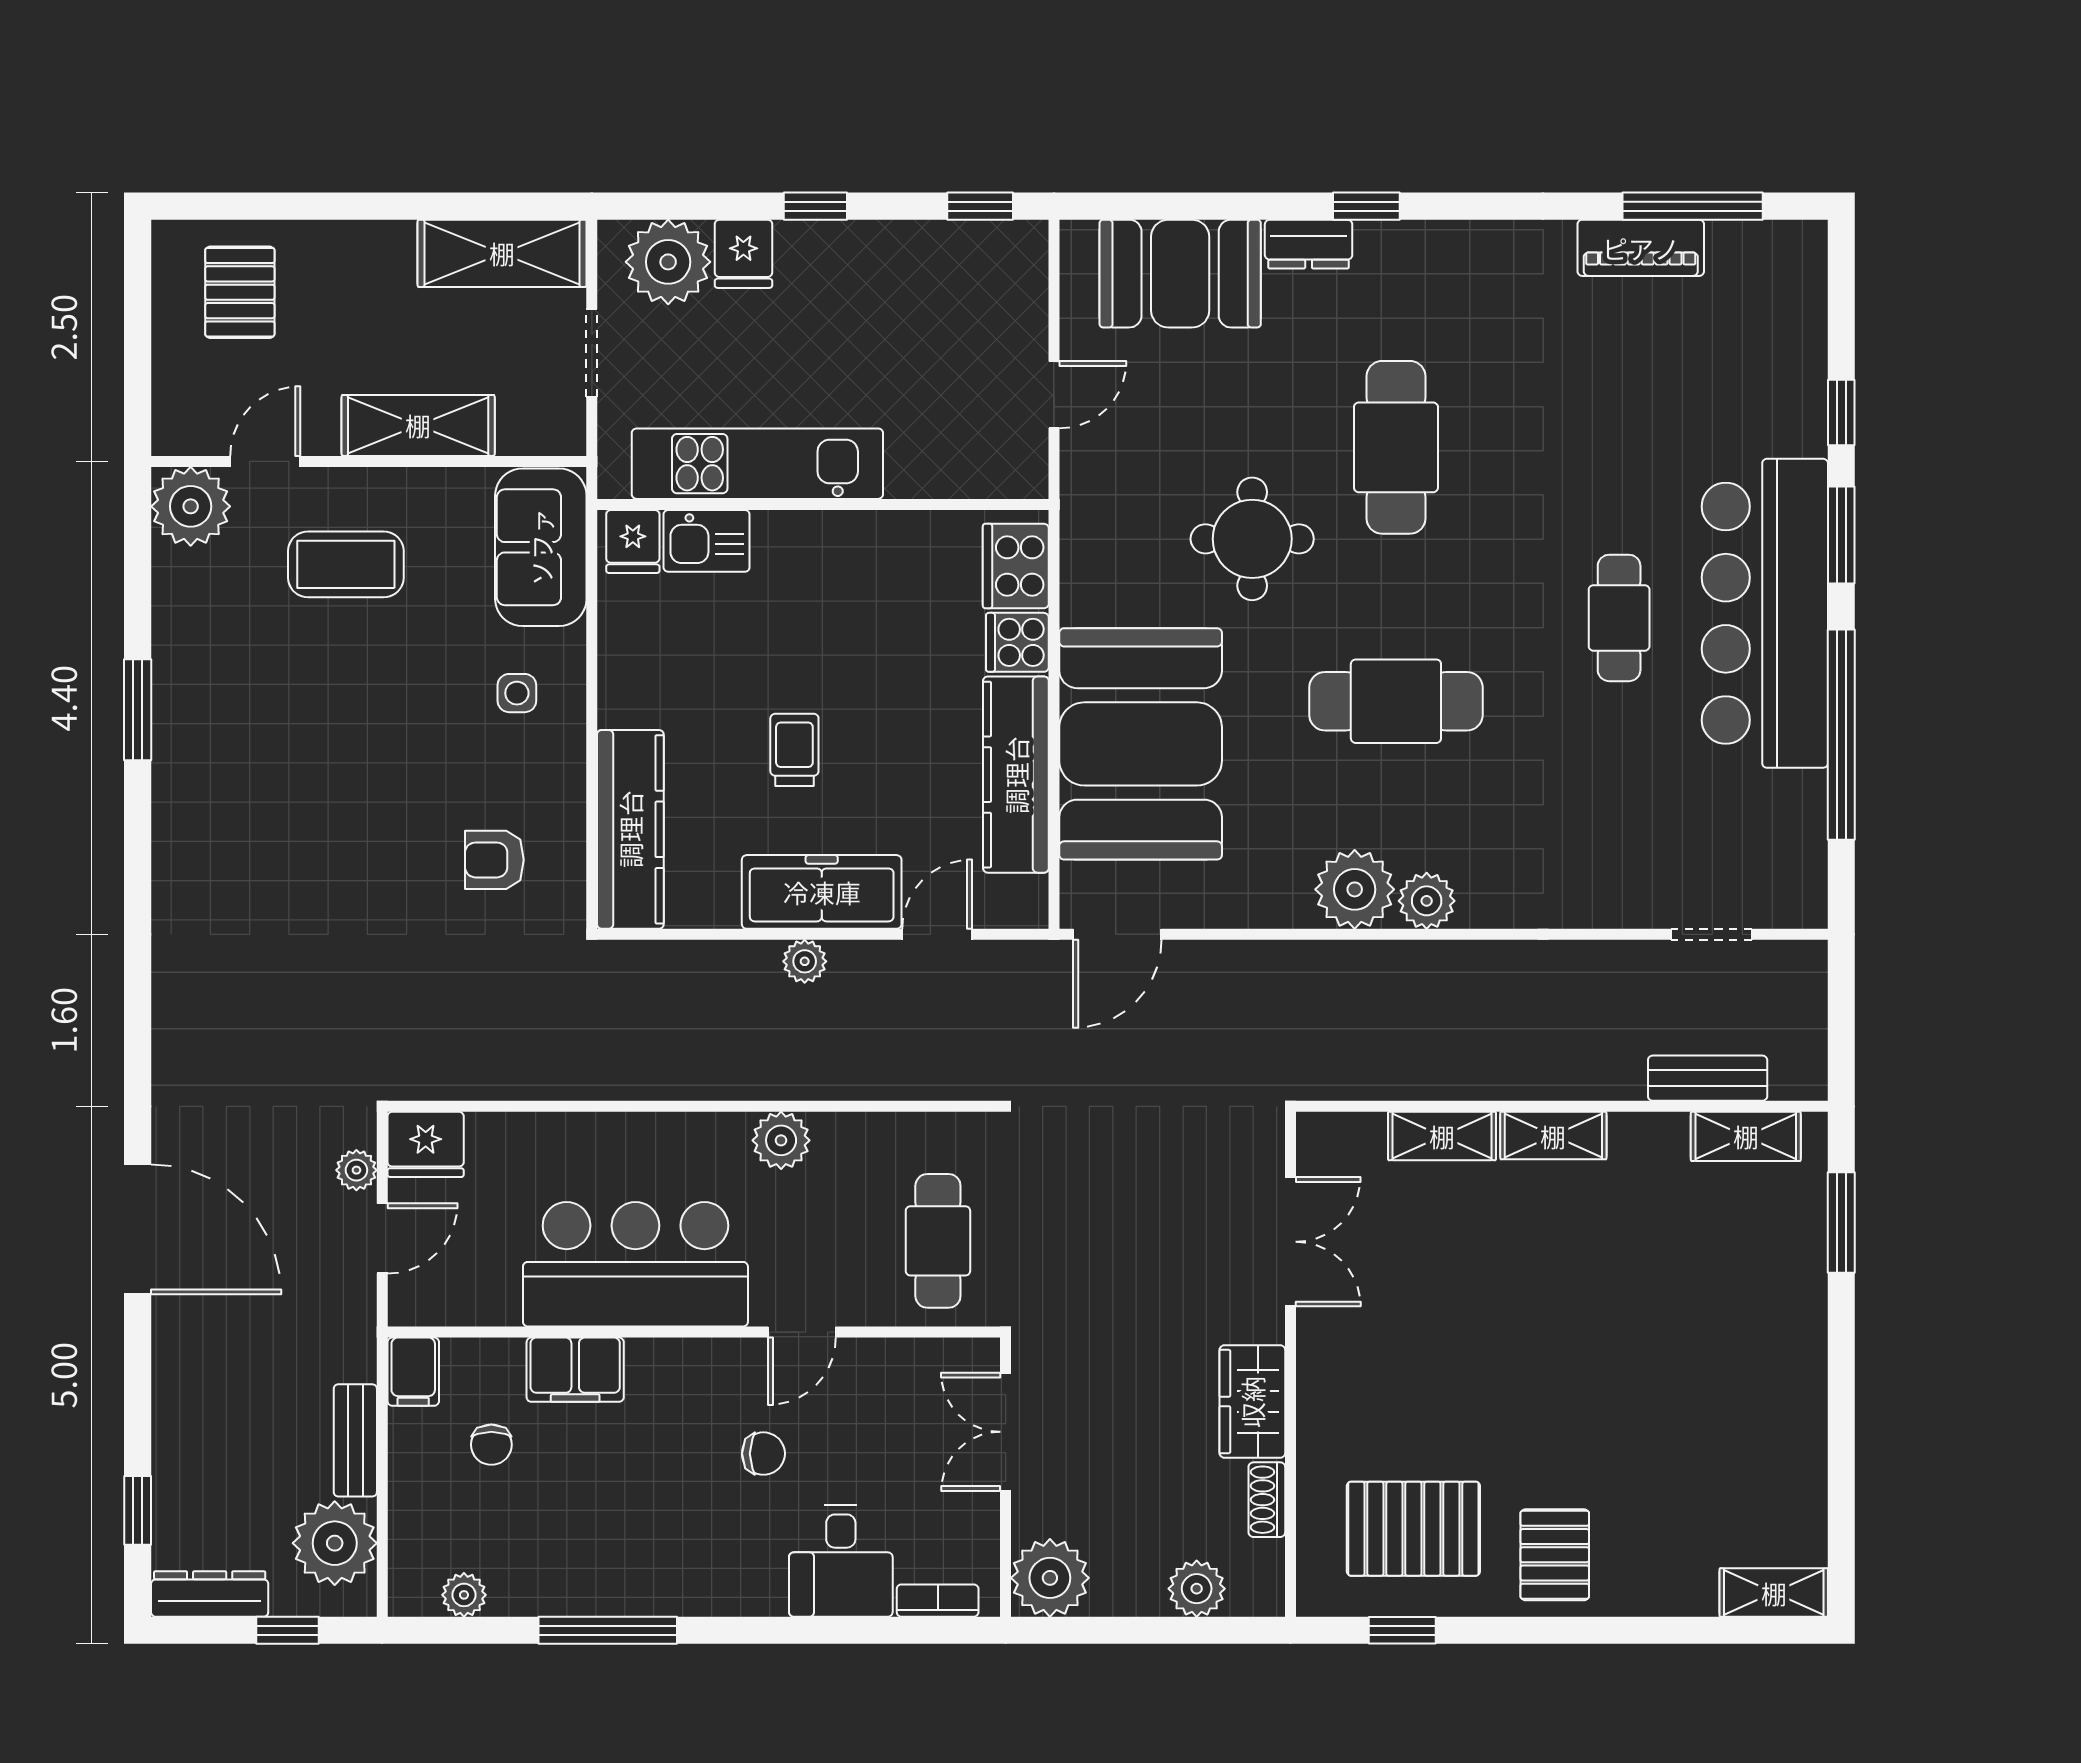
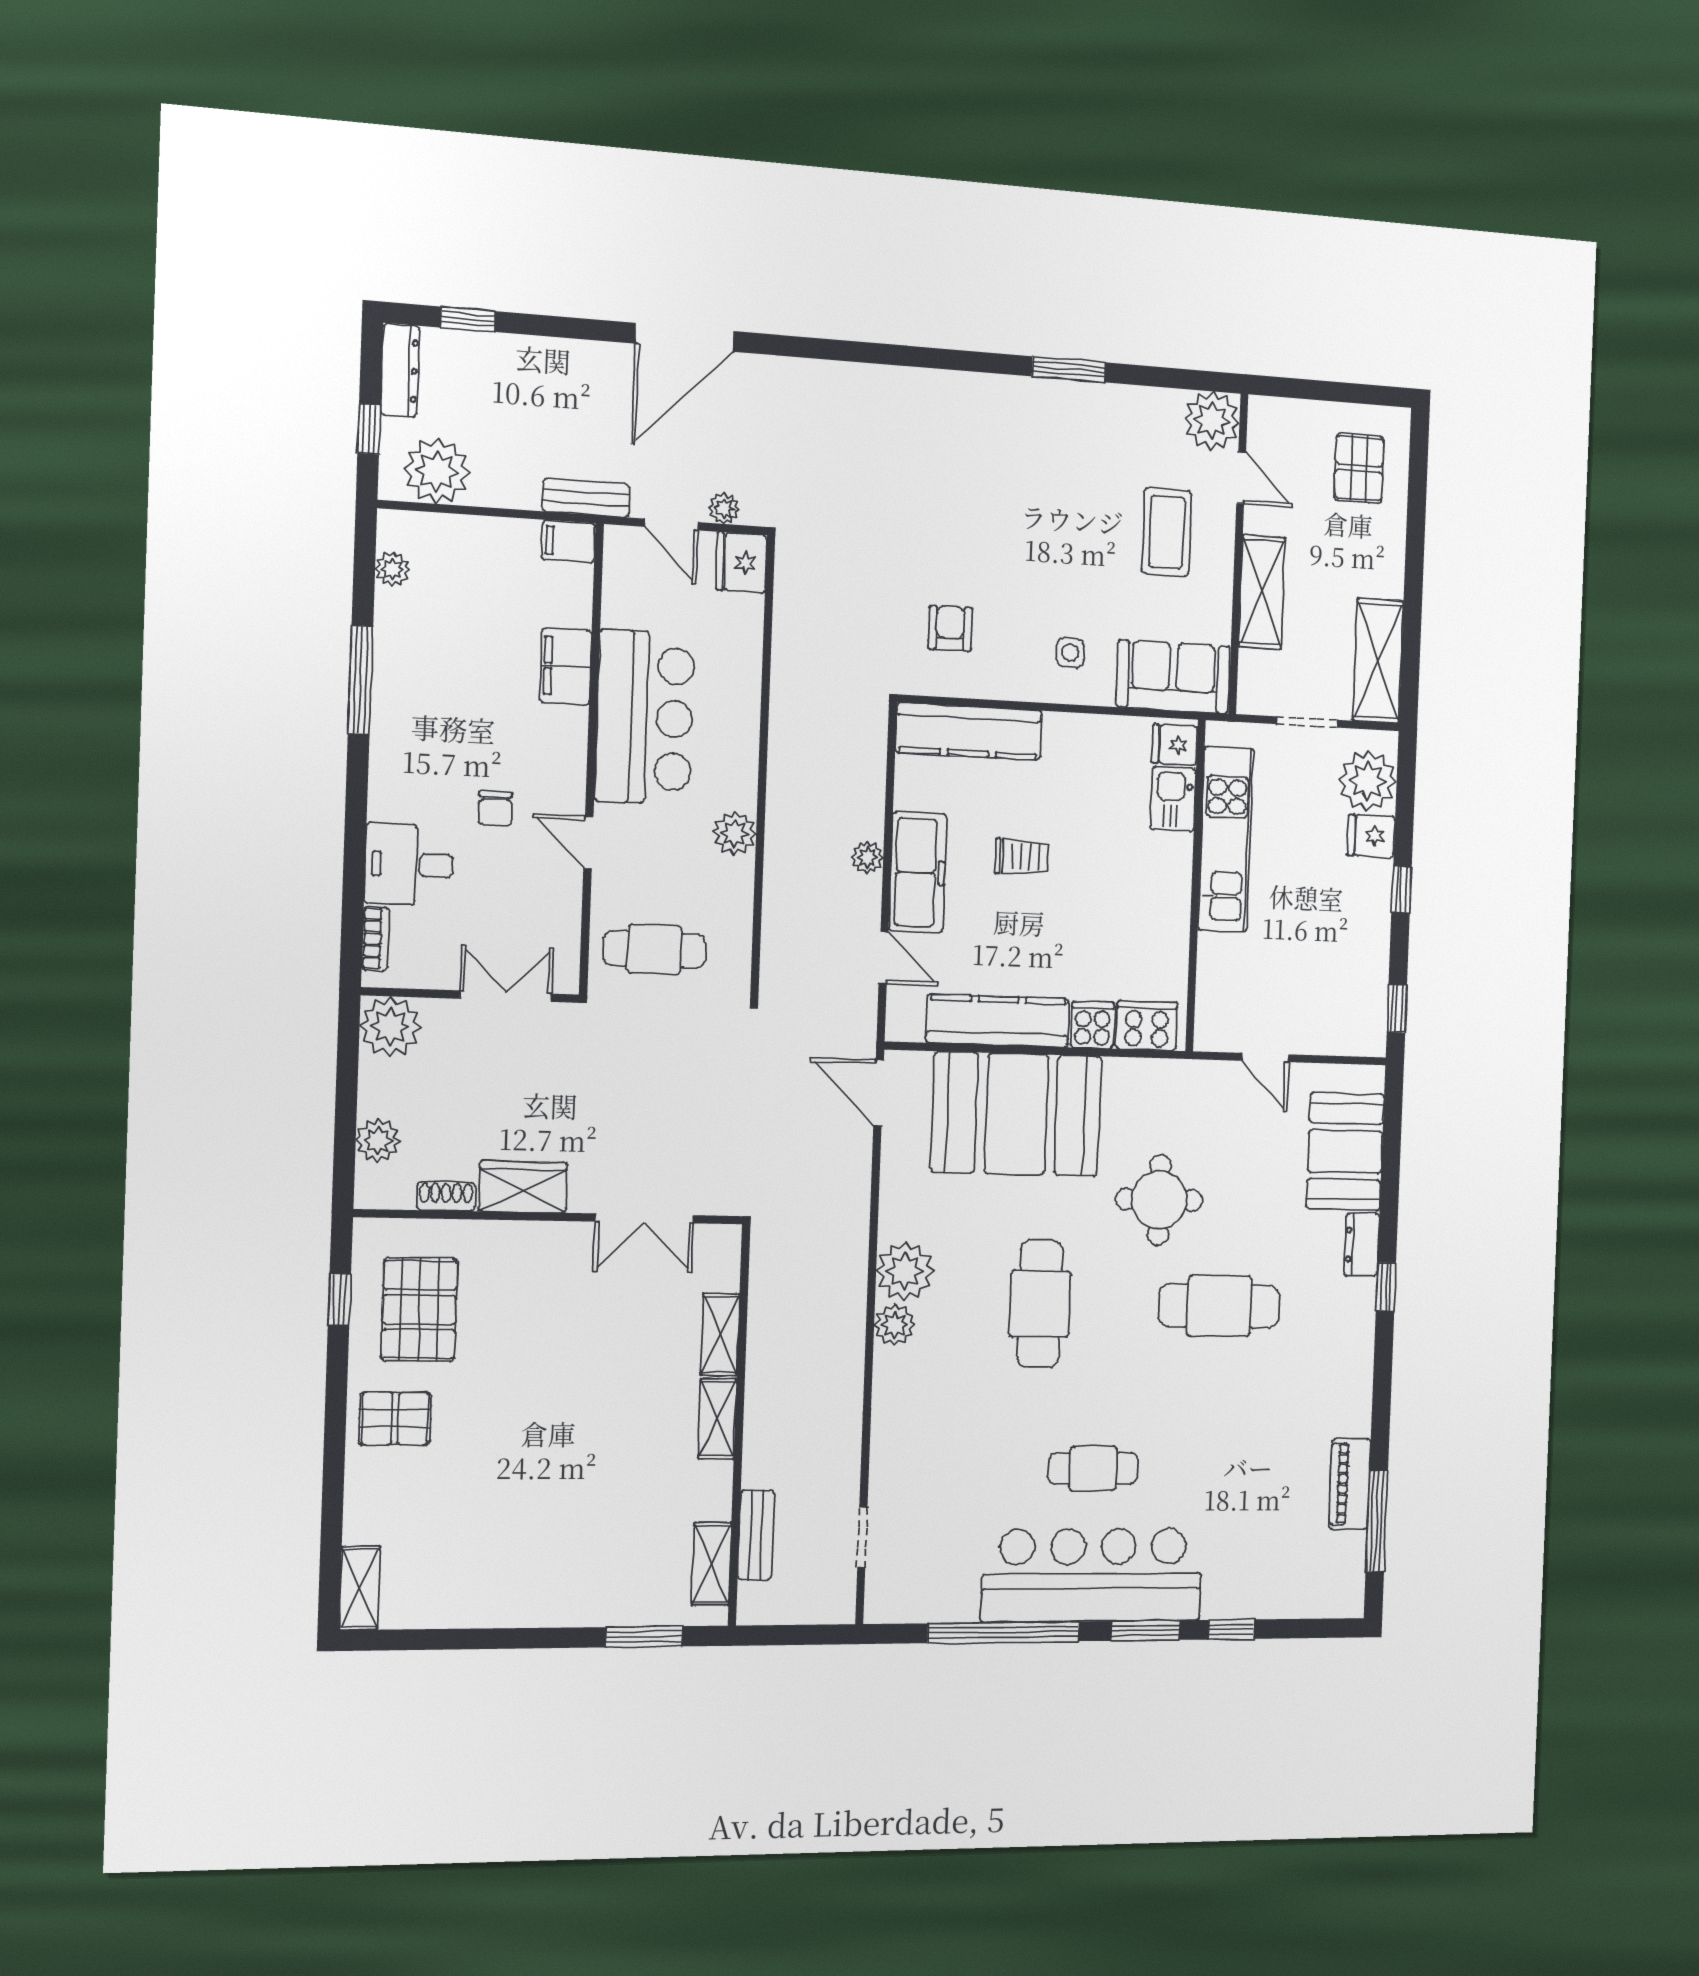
pallet: (240, 292) -> (1359, 468), turned 90
bench: (355, 1440) -> (586, 498), moved
chair: (491, 1445) -> (510, 598), removed

